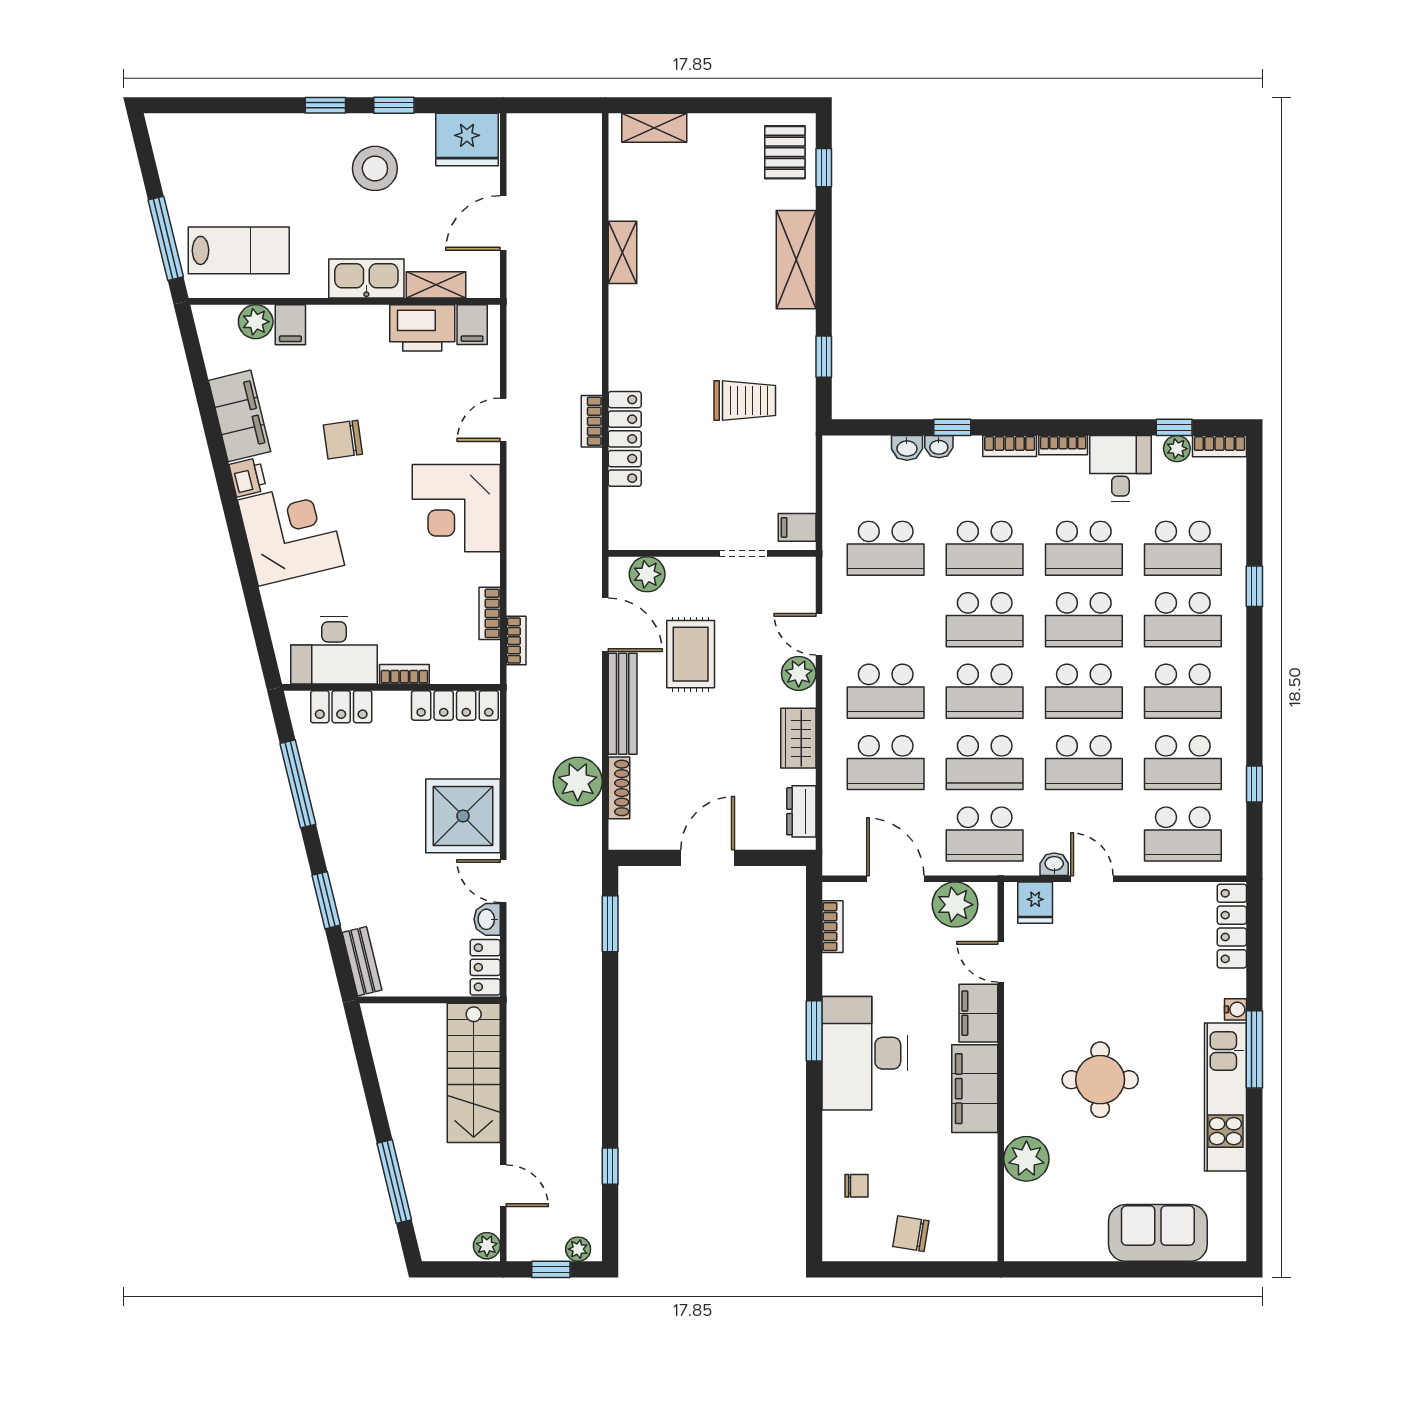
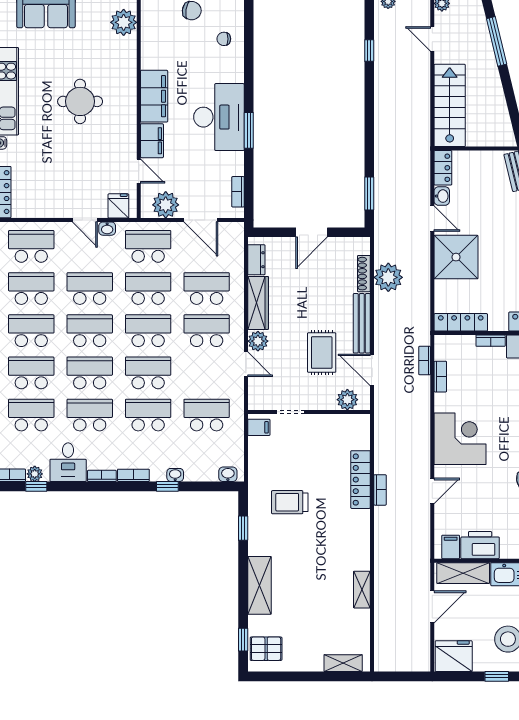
pallet: (785, 152) -> (266, 649), turned 90
shelving: (436, 285) -> (463, 573), width x1.50, depth x1.33
washbasin: (907, 448) -> (228, 474), moved
wardrobe: (798, 738) -> (258, 303), width x1.50
plant: (1026, 1159) -> (124, 22), moved

